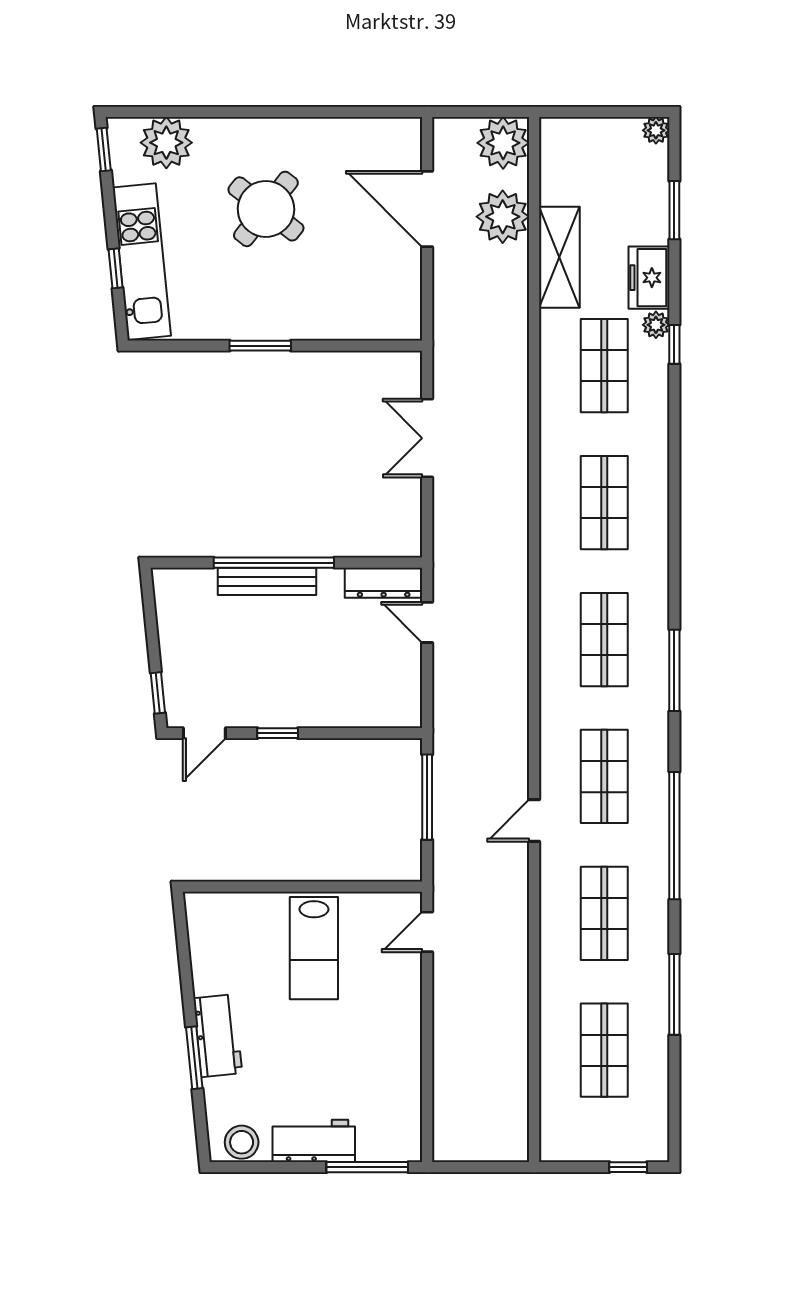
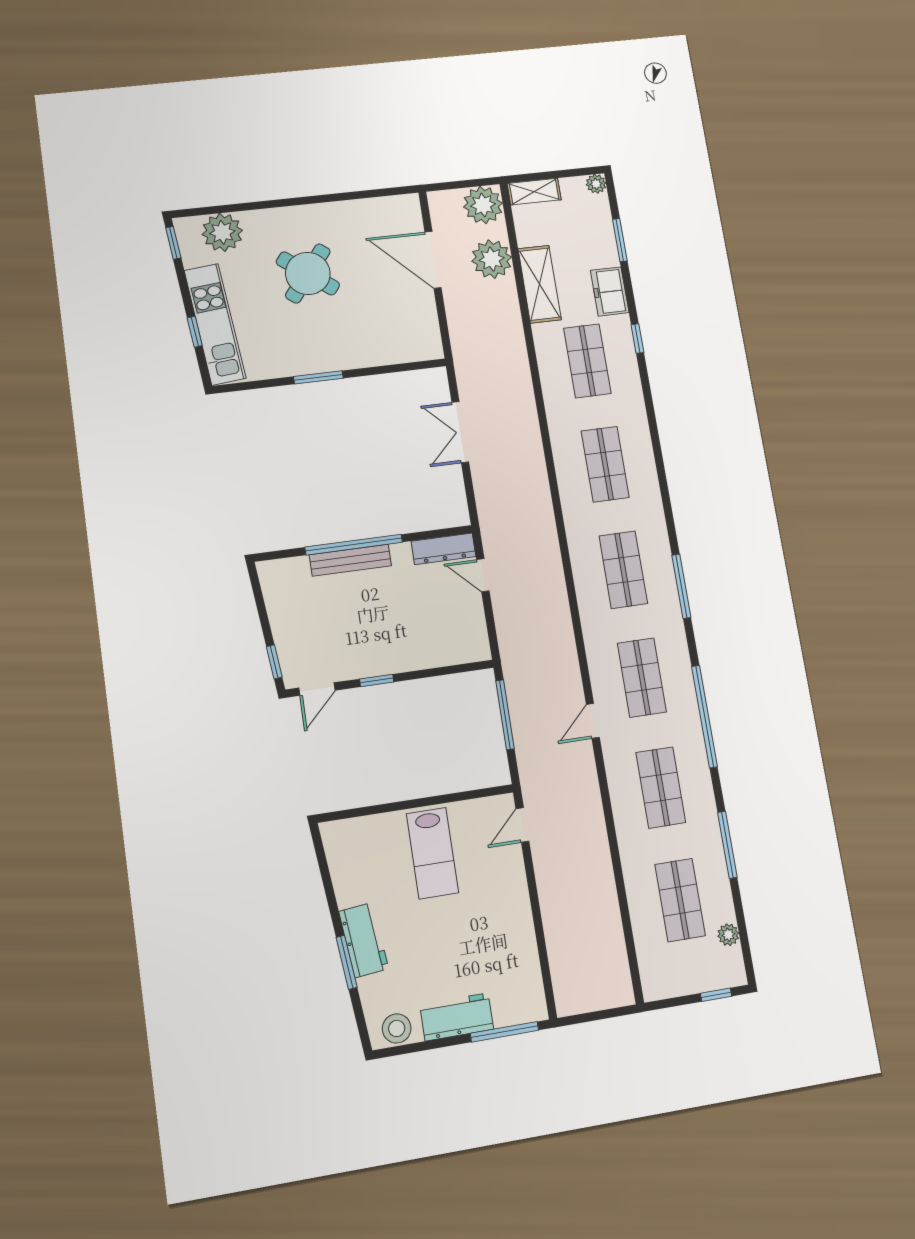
shelving: (573, 132) -> (534, 192), added
plant: (656, 325) -> (728, 935), moved

